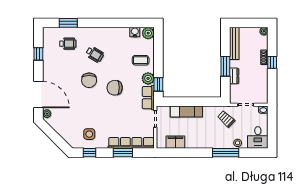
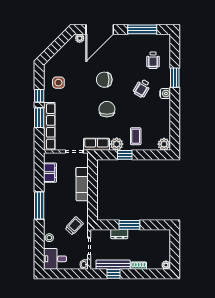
window: (68, 23) -> (175, 78), moved
water cooler: (135, 32) -> (165, 94), moved
bench: (234, 43) -> (113, 265), moved
window: (38, 54) -> (142, 29), width x2.17
window: (272, 62) -> (113, 274), moved
chair: (89, 80) -> (104, 80), moved
window: (158, 84) -> (125, 155), moved
window: (89, 153) -> (39, 96), moved
window: (226, 153) -> (39, 206), moved

